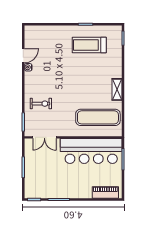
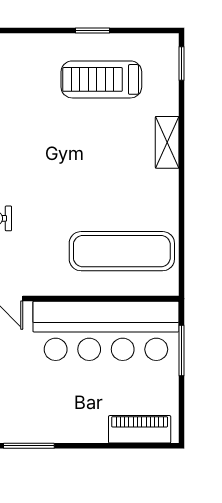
shelving: (117, 89) -> (167, 142), moved

